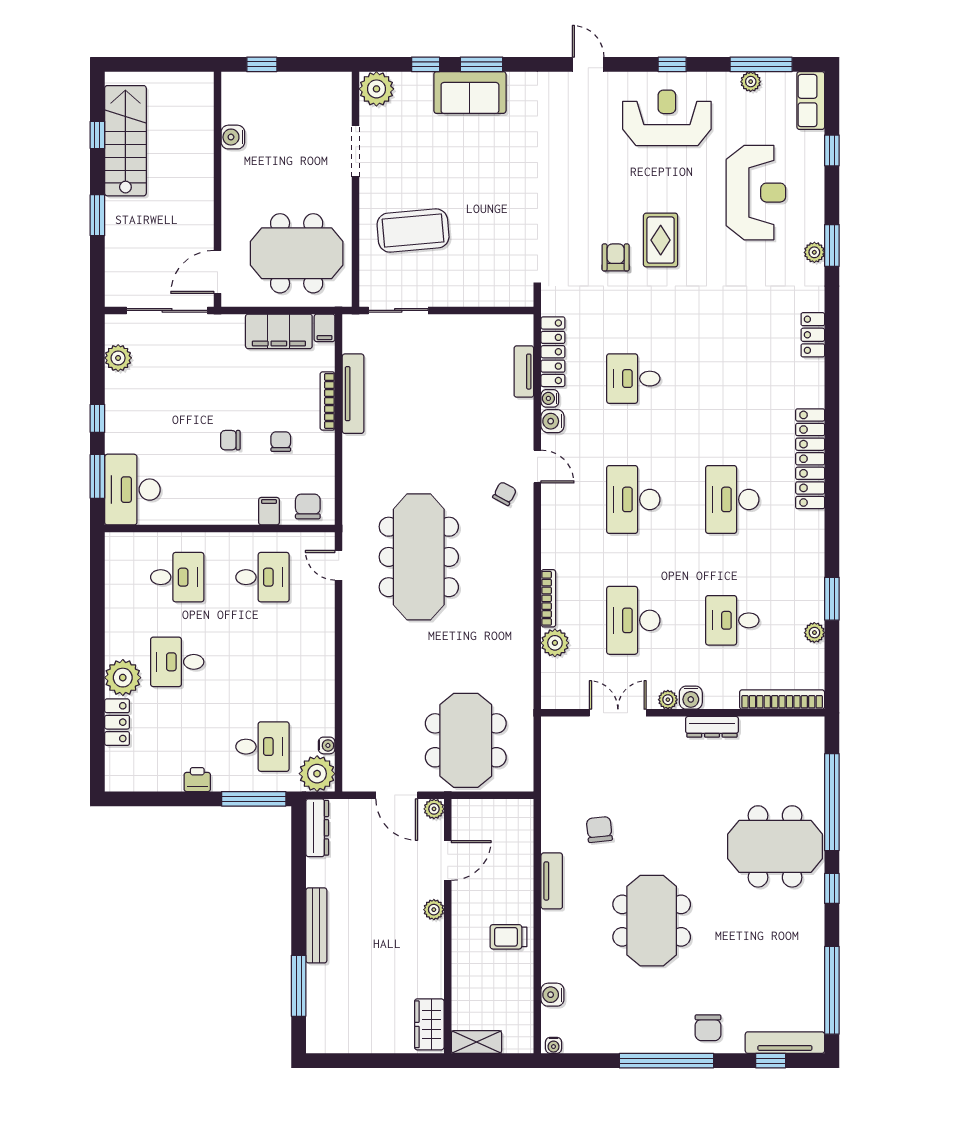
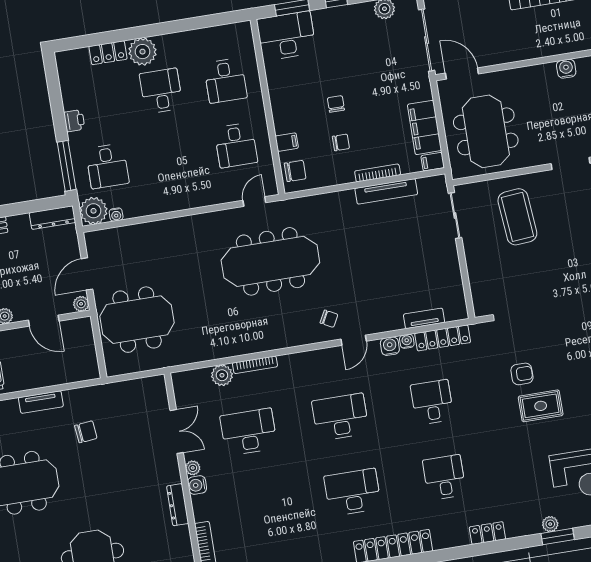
desk: (732, 620) -> (444, 477), moved

